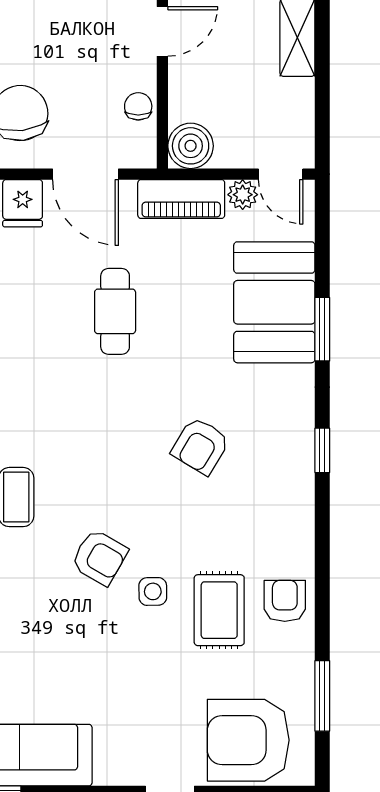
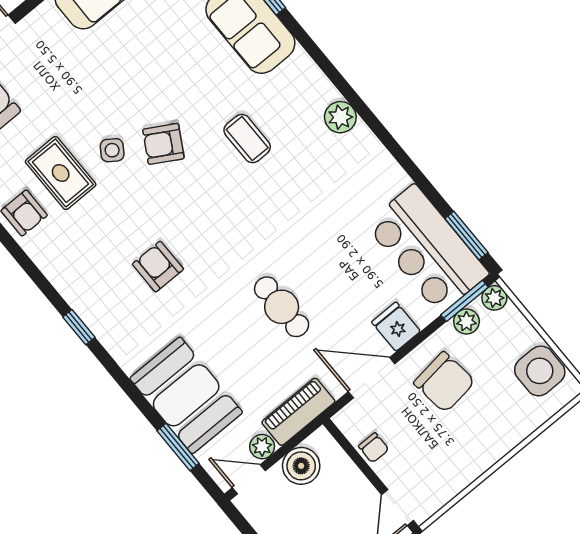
boiler: (191, 146) -> (301, 466), moved
window: (322, 329) -> (178, 447), moved
armchair: (200, 446) -> (158, 267), turned -31
side table: (153, 591) -> (112, 150), turned 35

